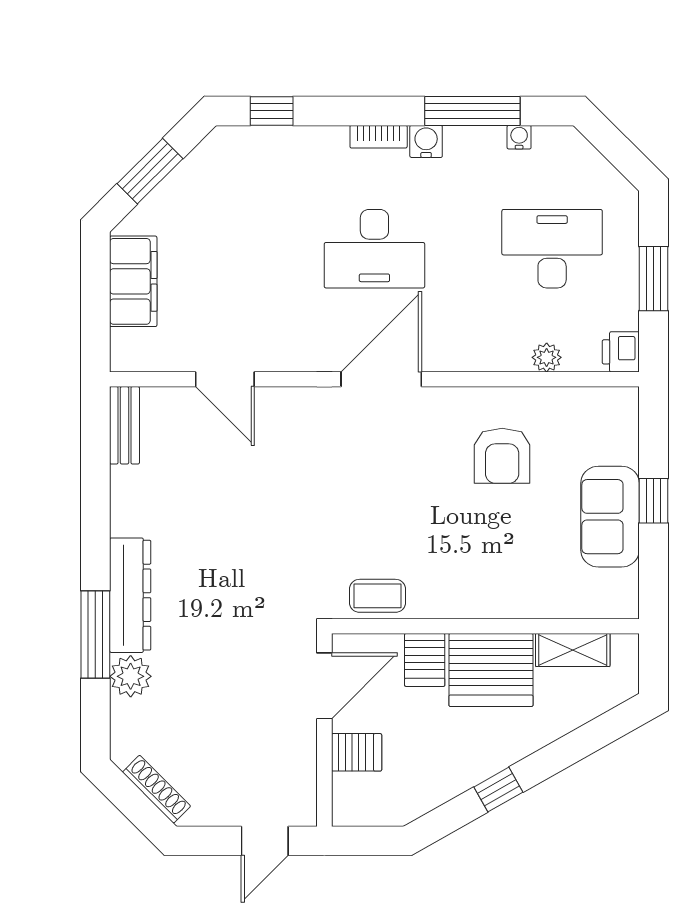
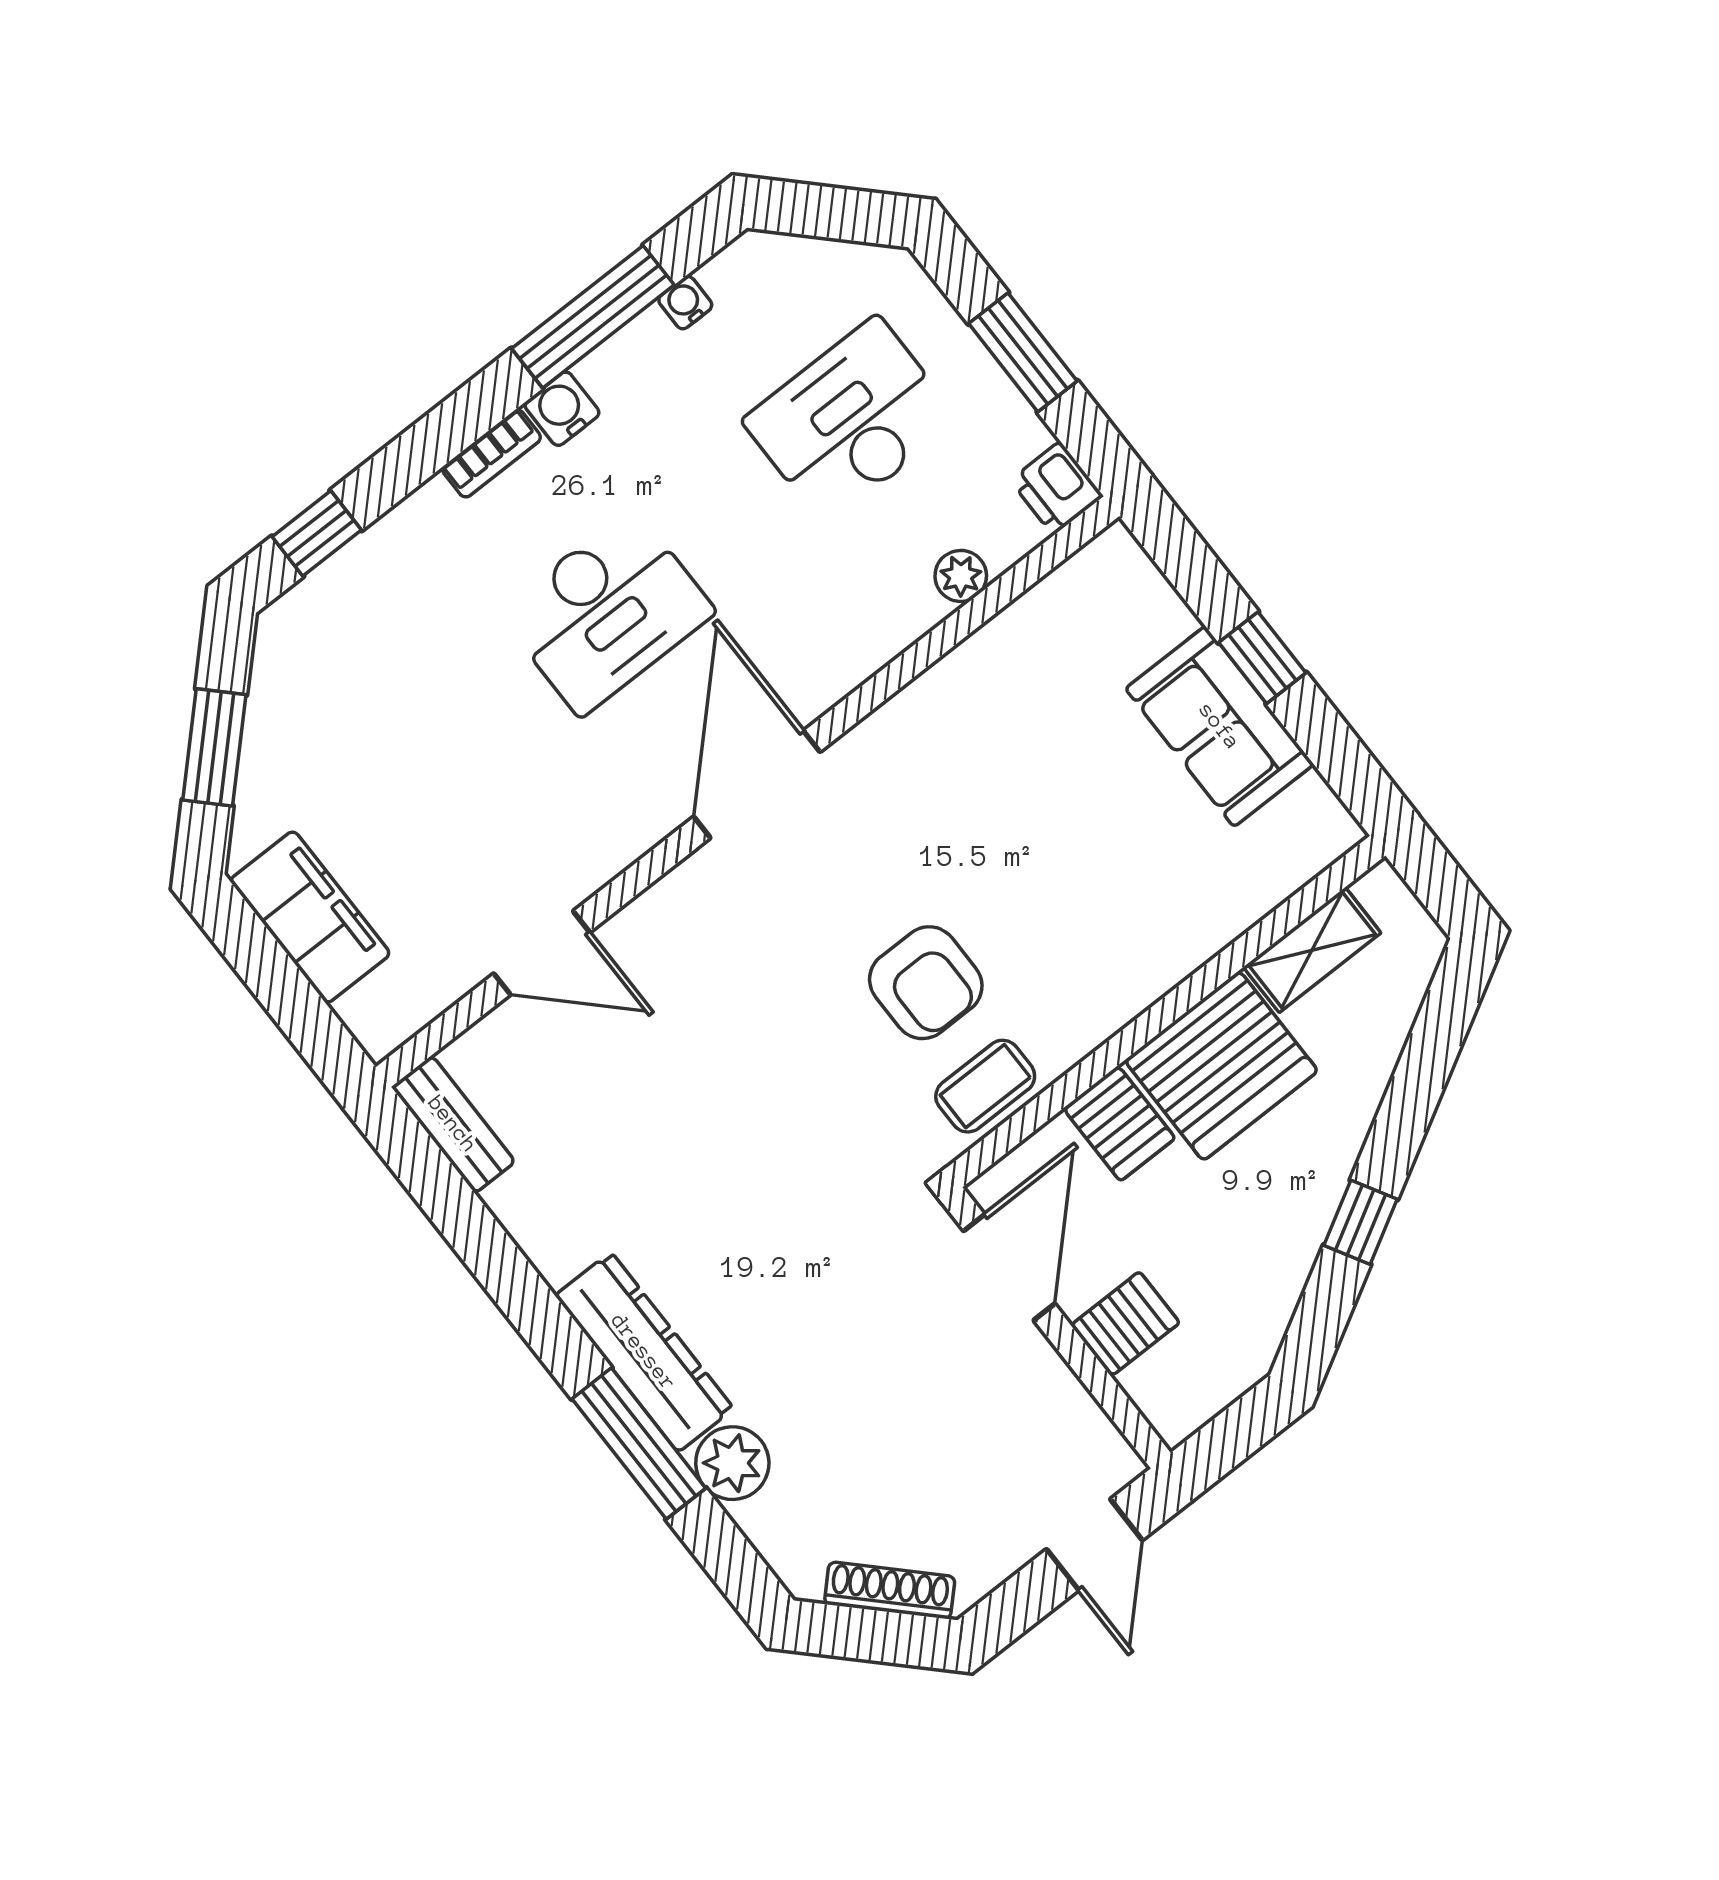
armchair: (502, 456) -> (926, 983), moved

